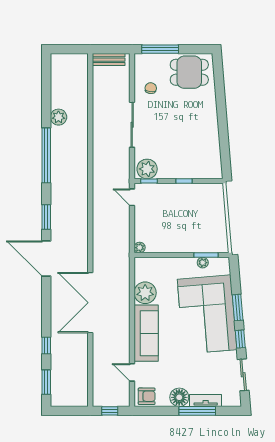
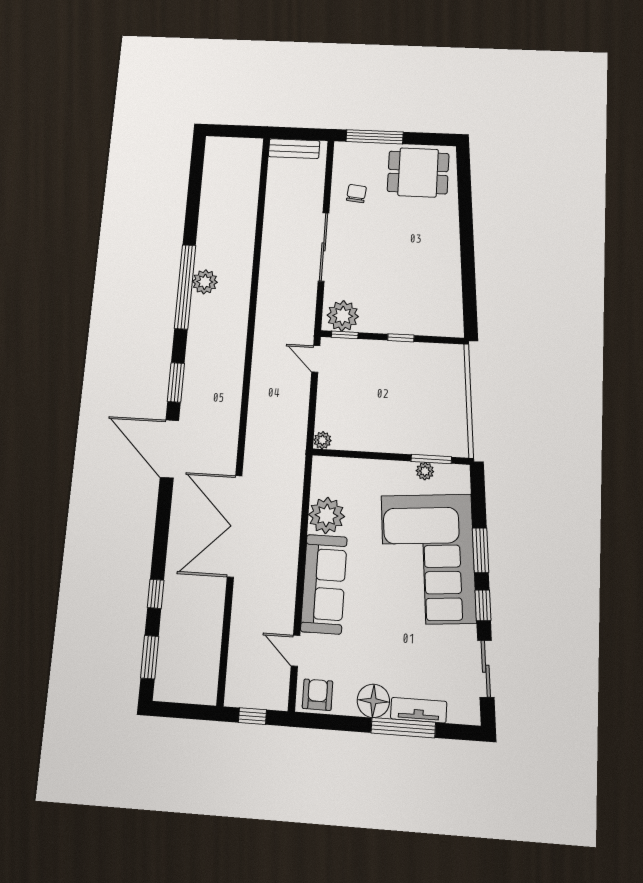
plant: (58, 117) -> (205, 282), moved
armchair: (147, 396) -> (318, 695), turned -90

